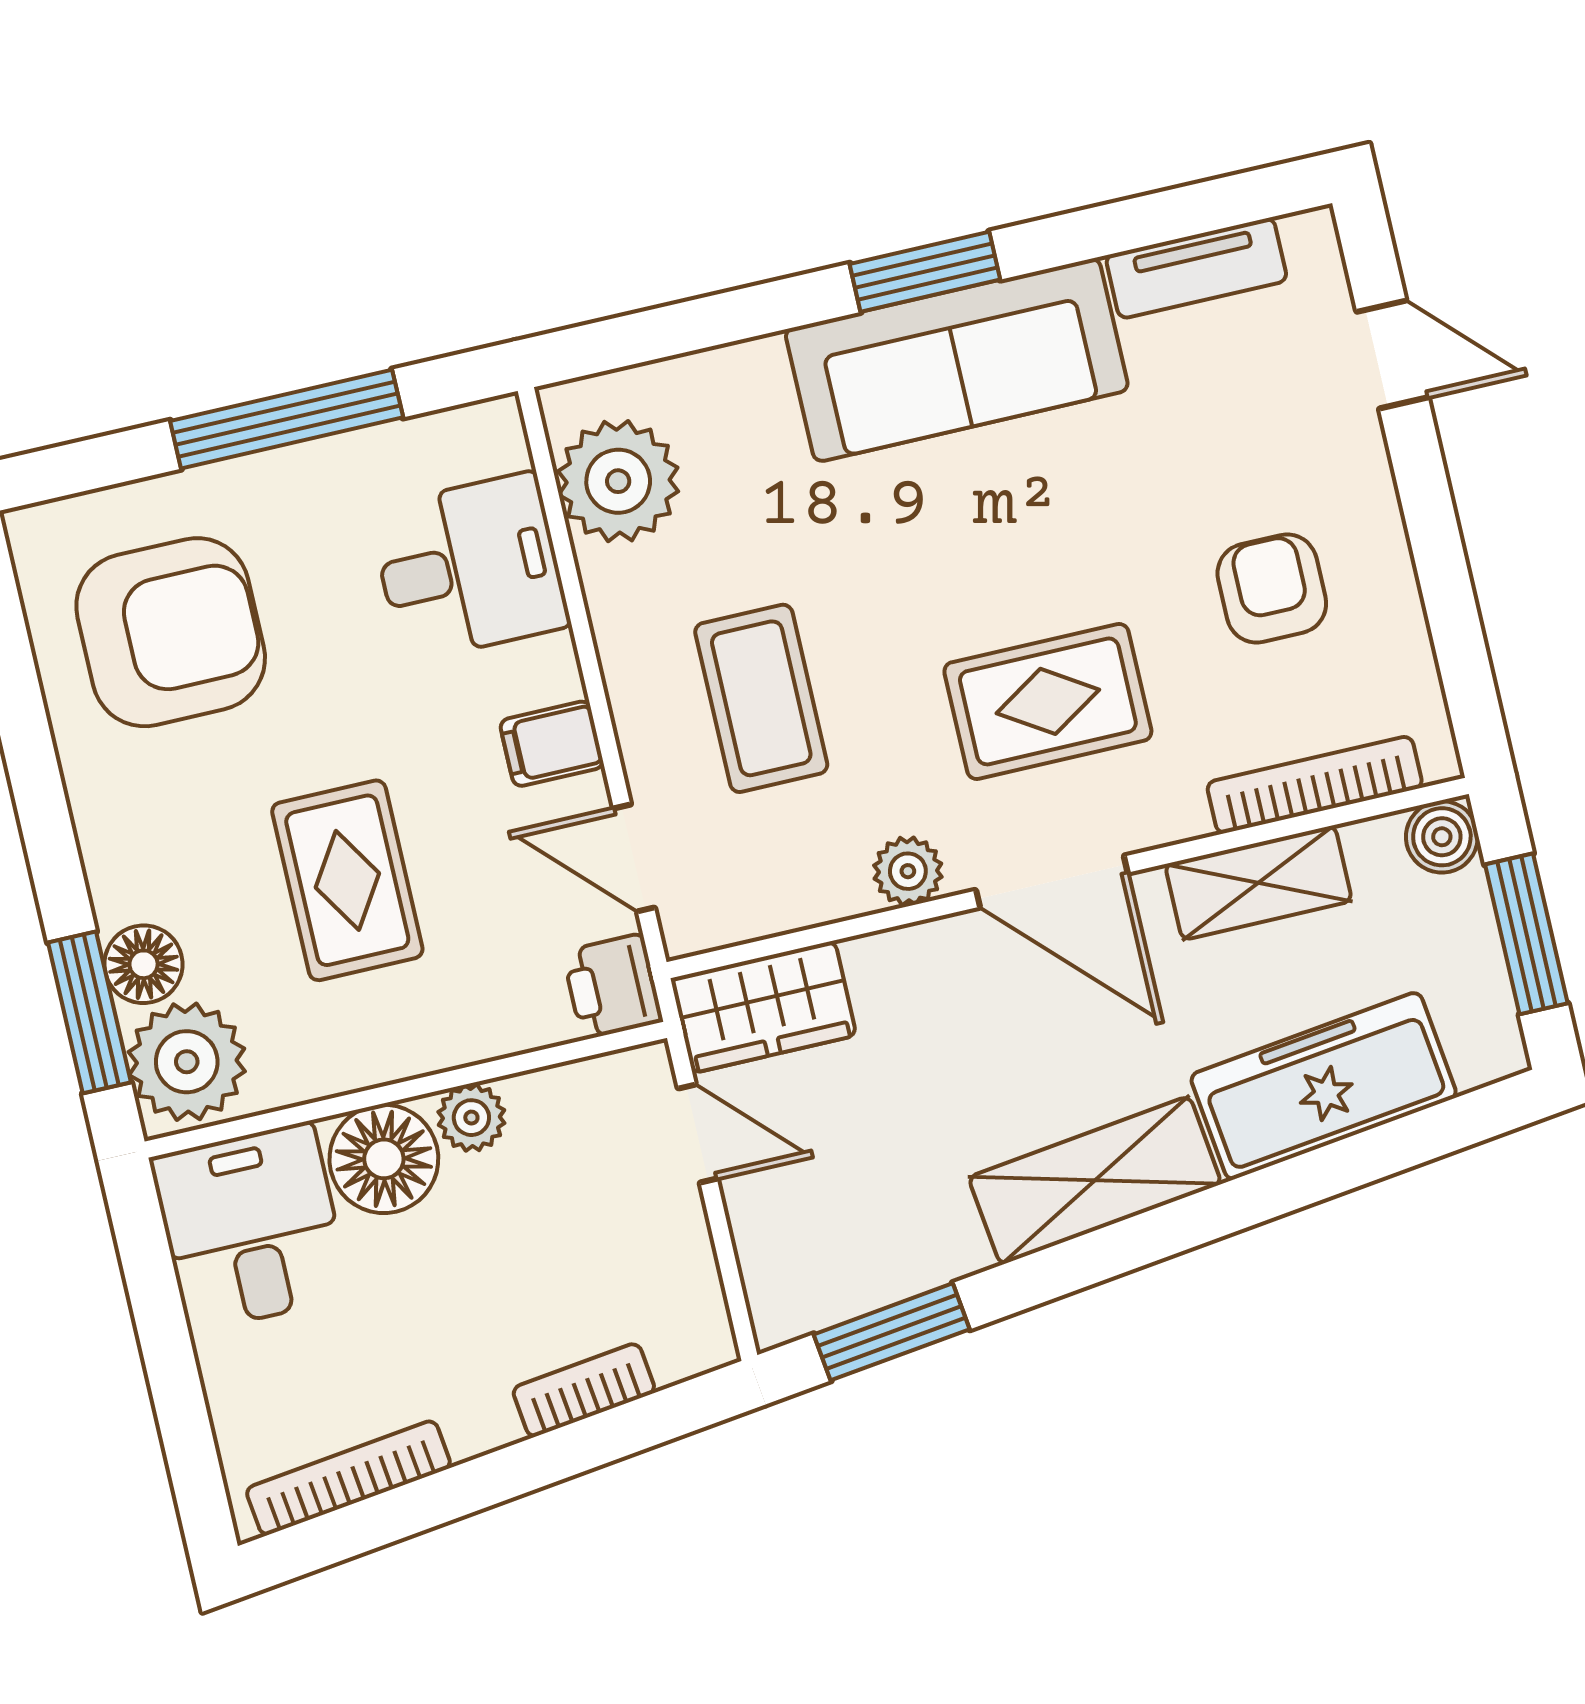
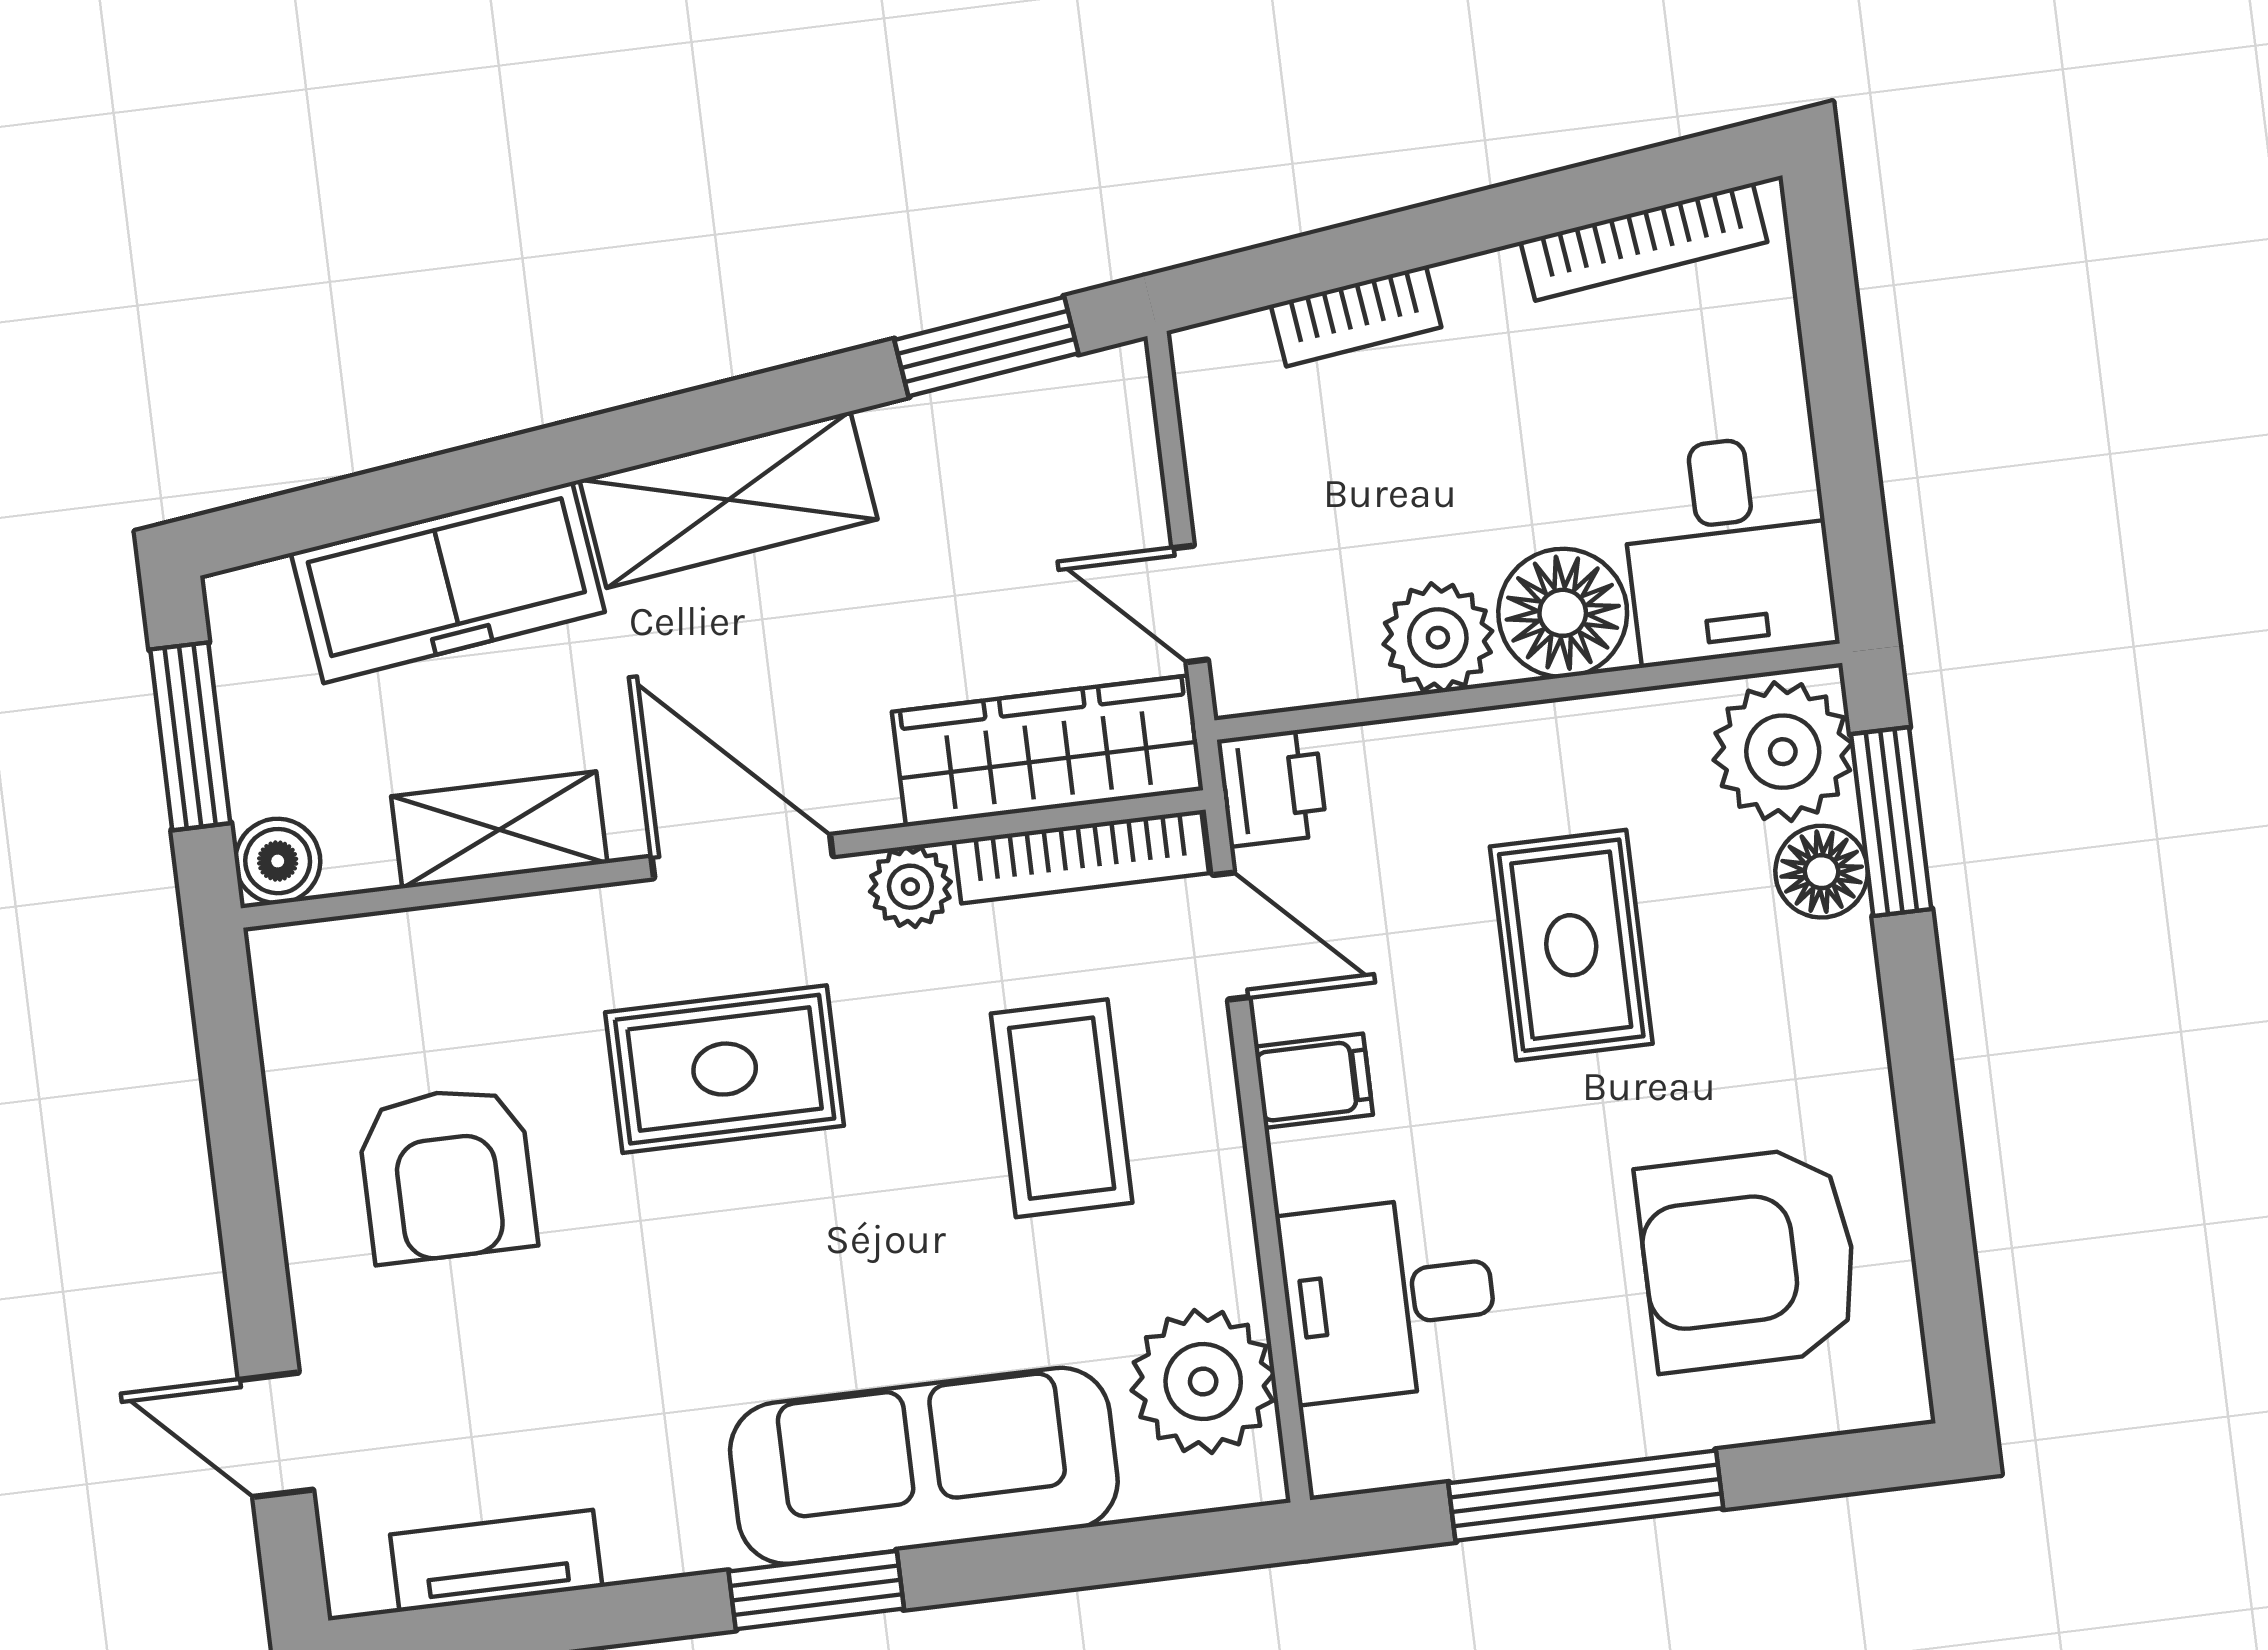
sofa: (957, 360) -> (924, 1466), moved
armchair: (1272, 589) -> (447, 1174), width x1.38, depth x1.38
bookcase: (1315, 785) -> (1081, 857), moved
wardrobe: (763, 1007) -> (1048, 751), width x1.50
plant: (471, 1118) -> (1438, 638), width x1.38, depth x1.38

